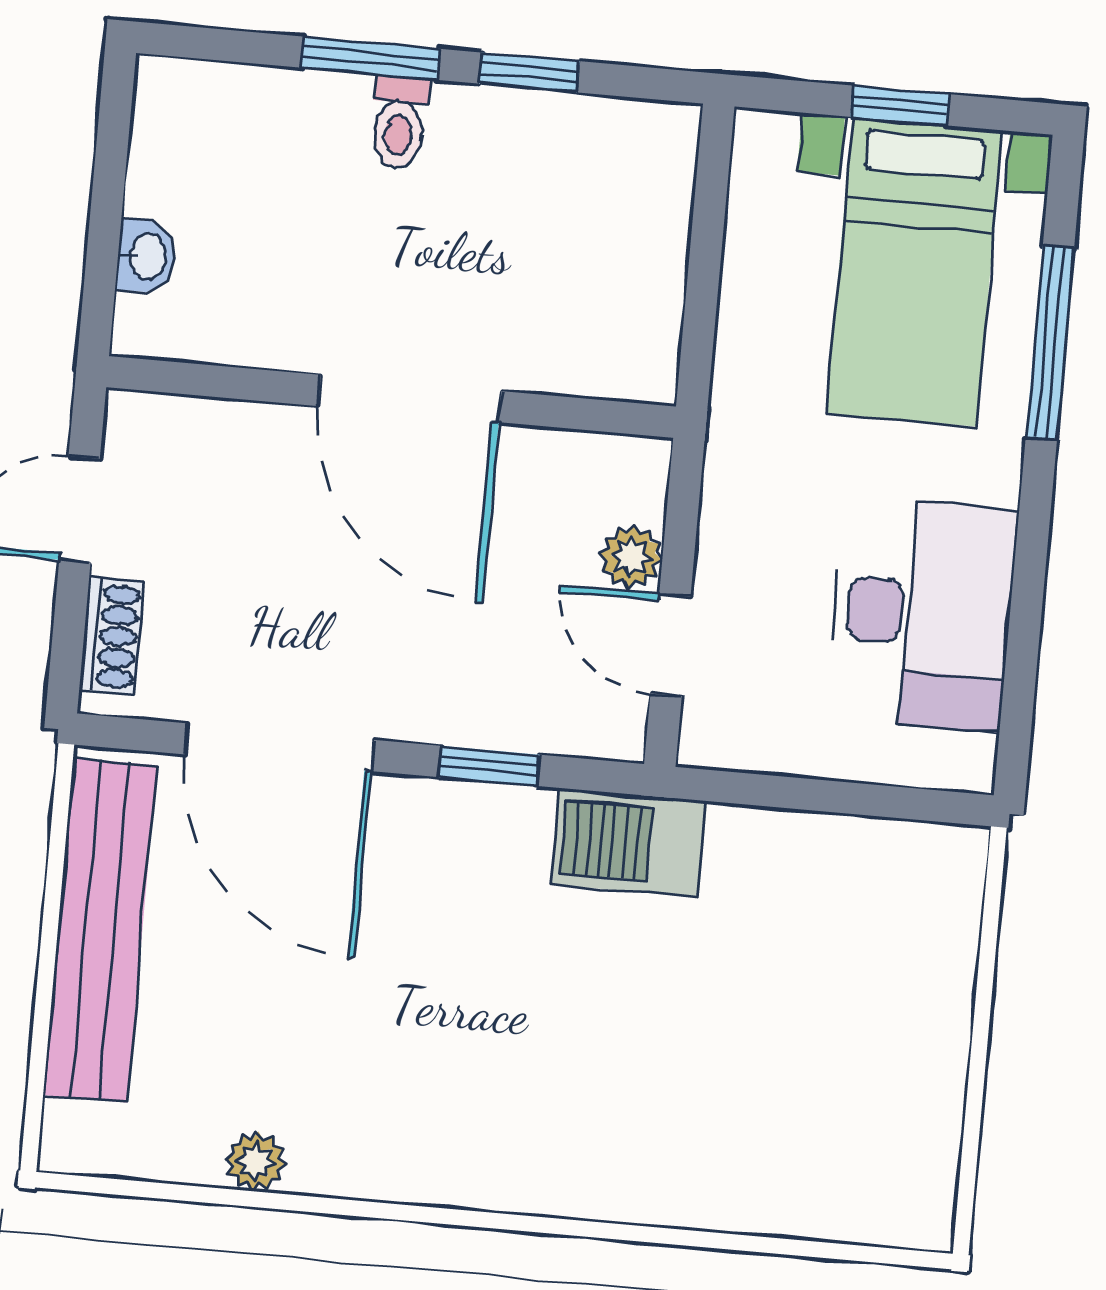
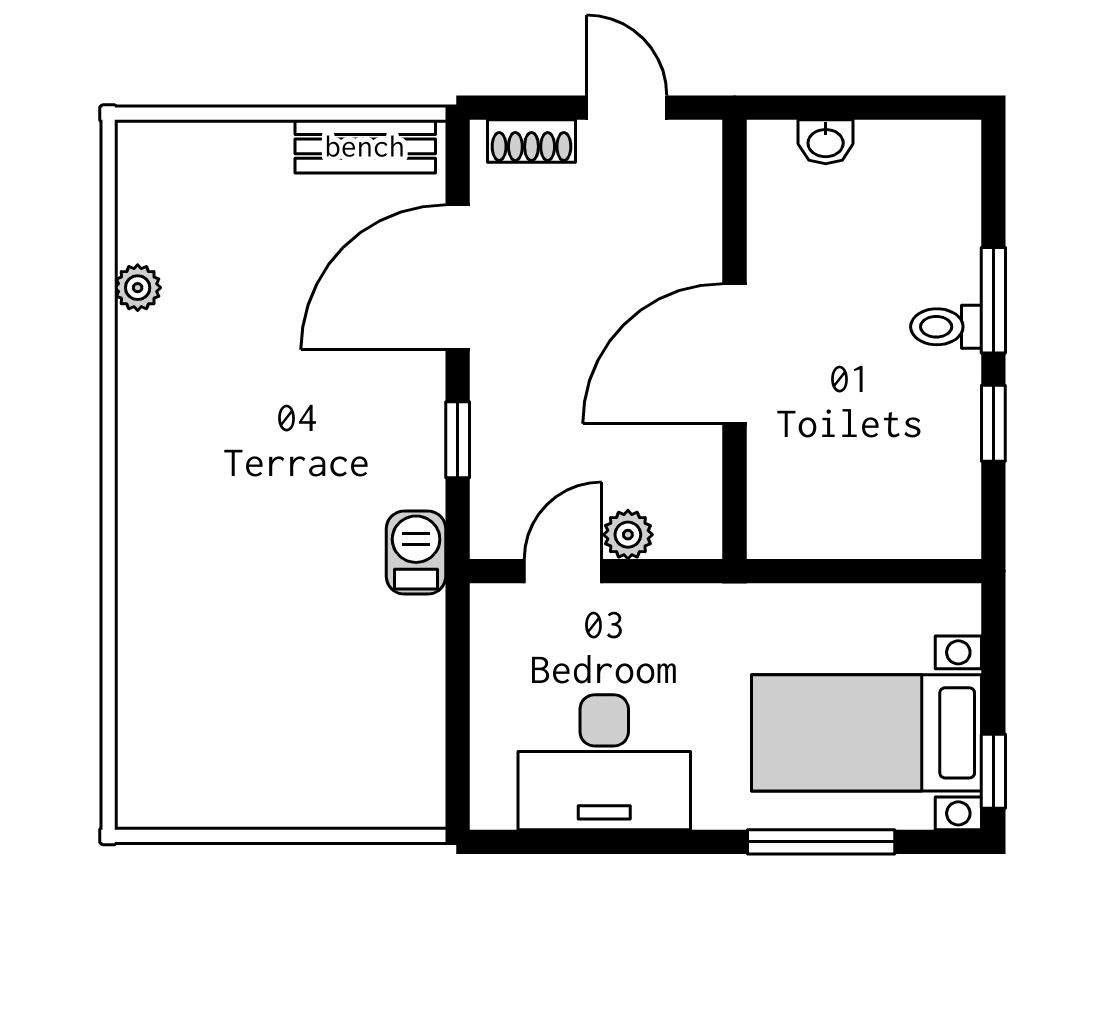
window: (900, 106) -> (993, 771), moved
barbecue: (629, 843) -> (416, 553), width x0.73, depth x0.79
bench: (100, 930) -> (365, 146), width x0.54, depth x0.82

